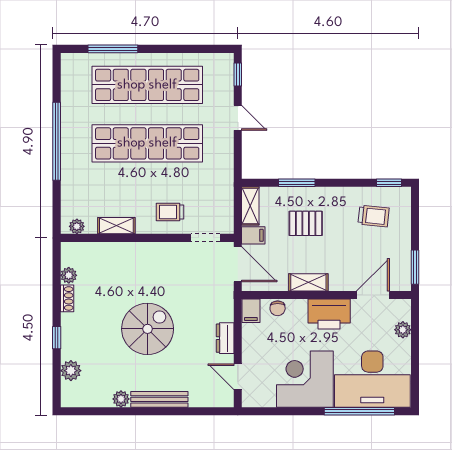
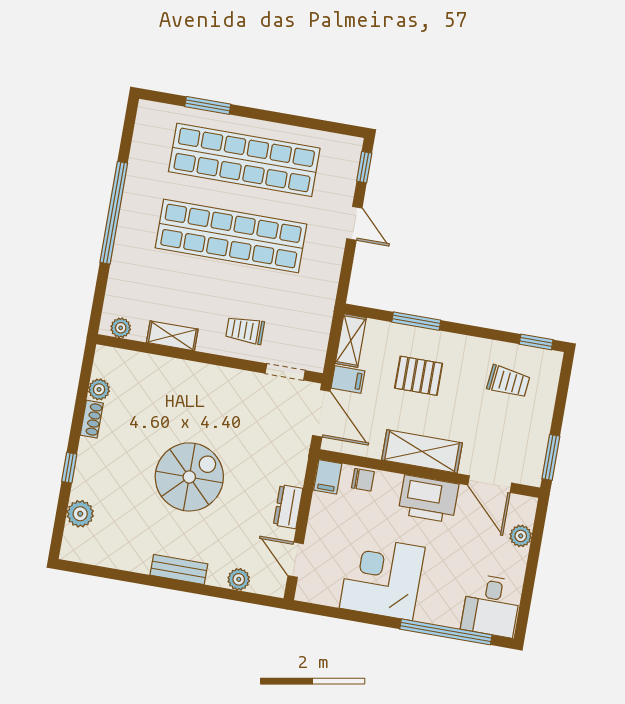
window: (113, 49) -> (208, 105), width x0.69
shelving: (308, 282) -> (422, 451), width x1.50, depth x1.33
door: (373, 295) -> (490, 484), swing flipped
chair: (278, 308) -> (363, 480), turned -90
desk: (372, 379) -> (491, 606), width x0.53, depth x0.77
plant: (121, 399) -> (239, 579), moved
bench: (159, 399) -> (179, 569), width x0.73

